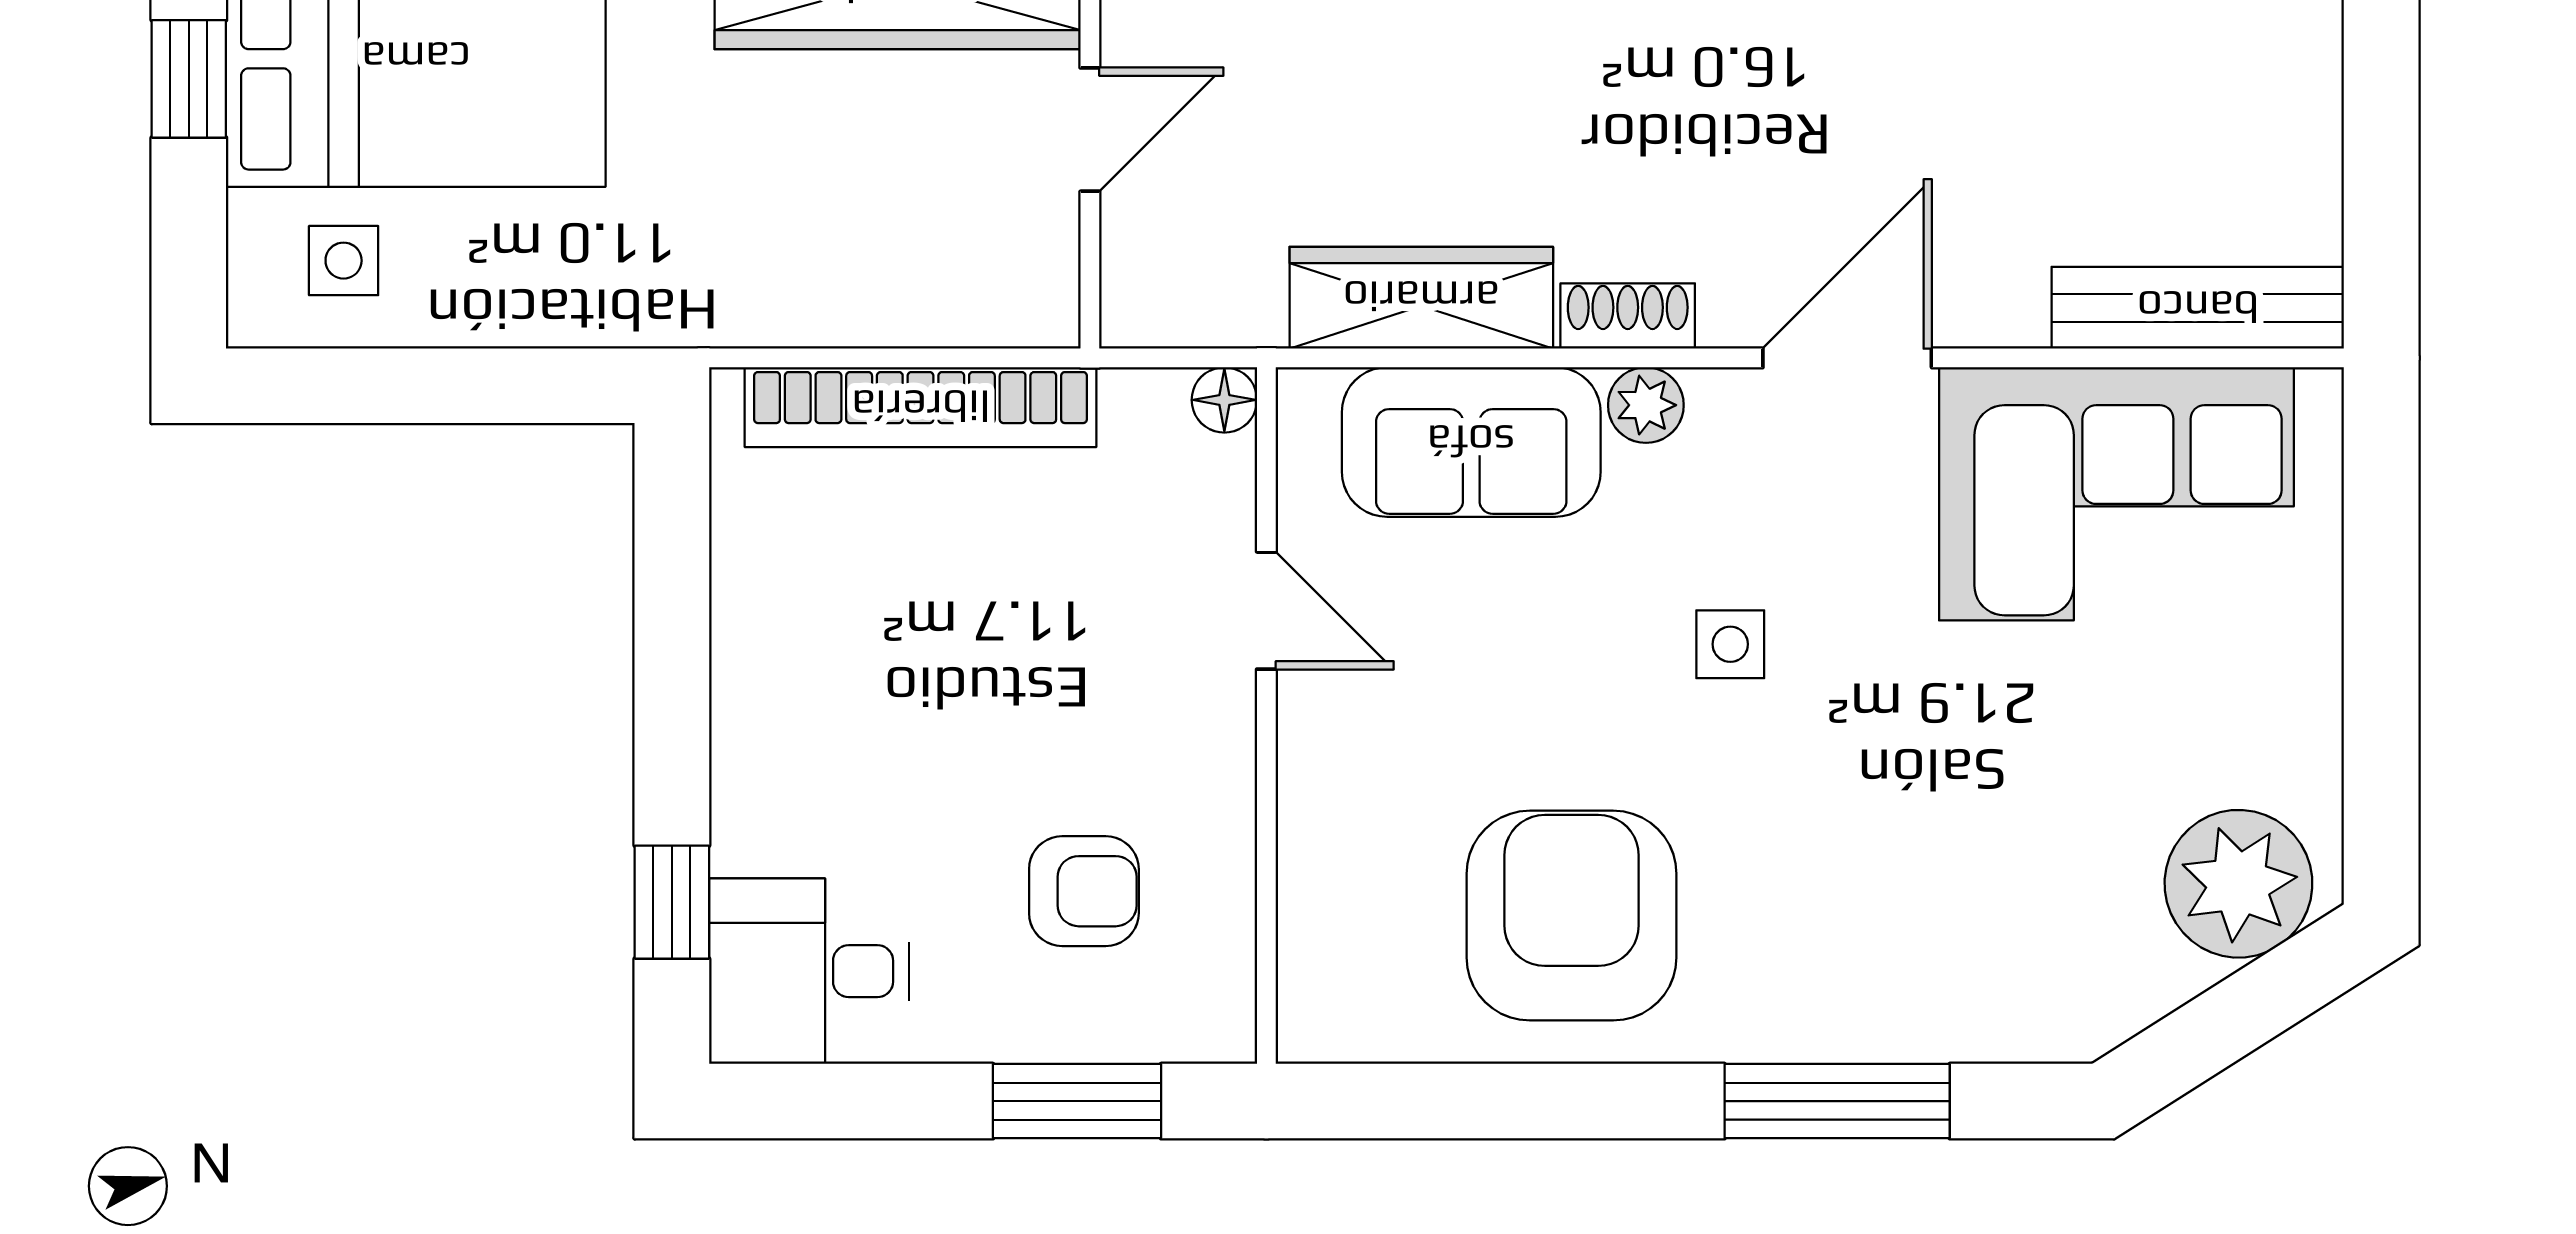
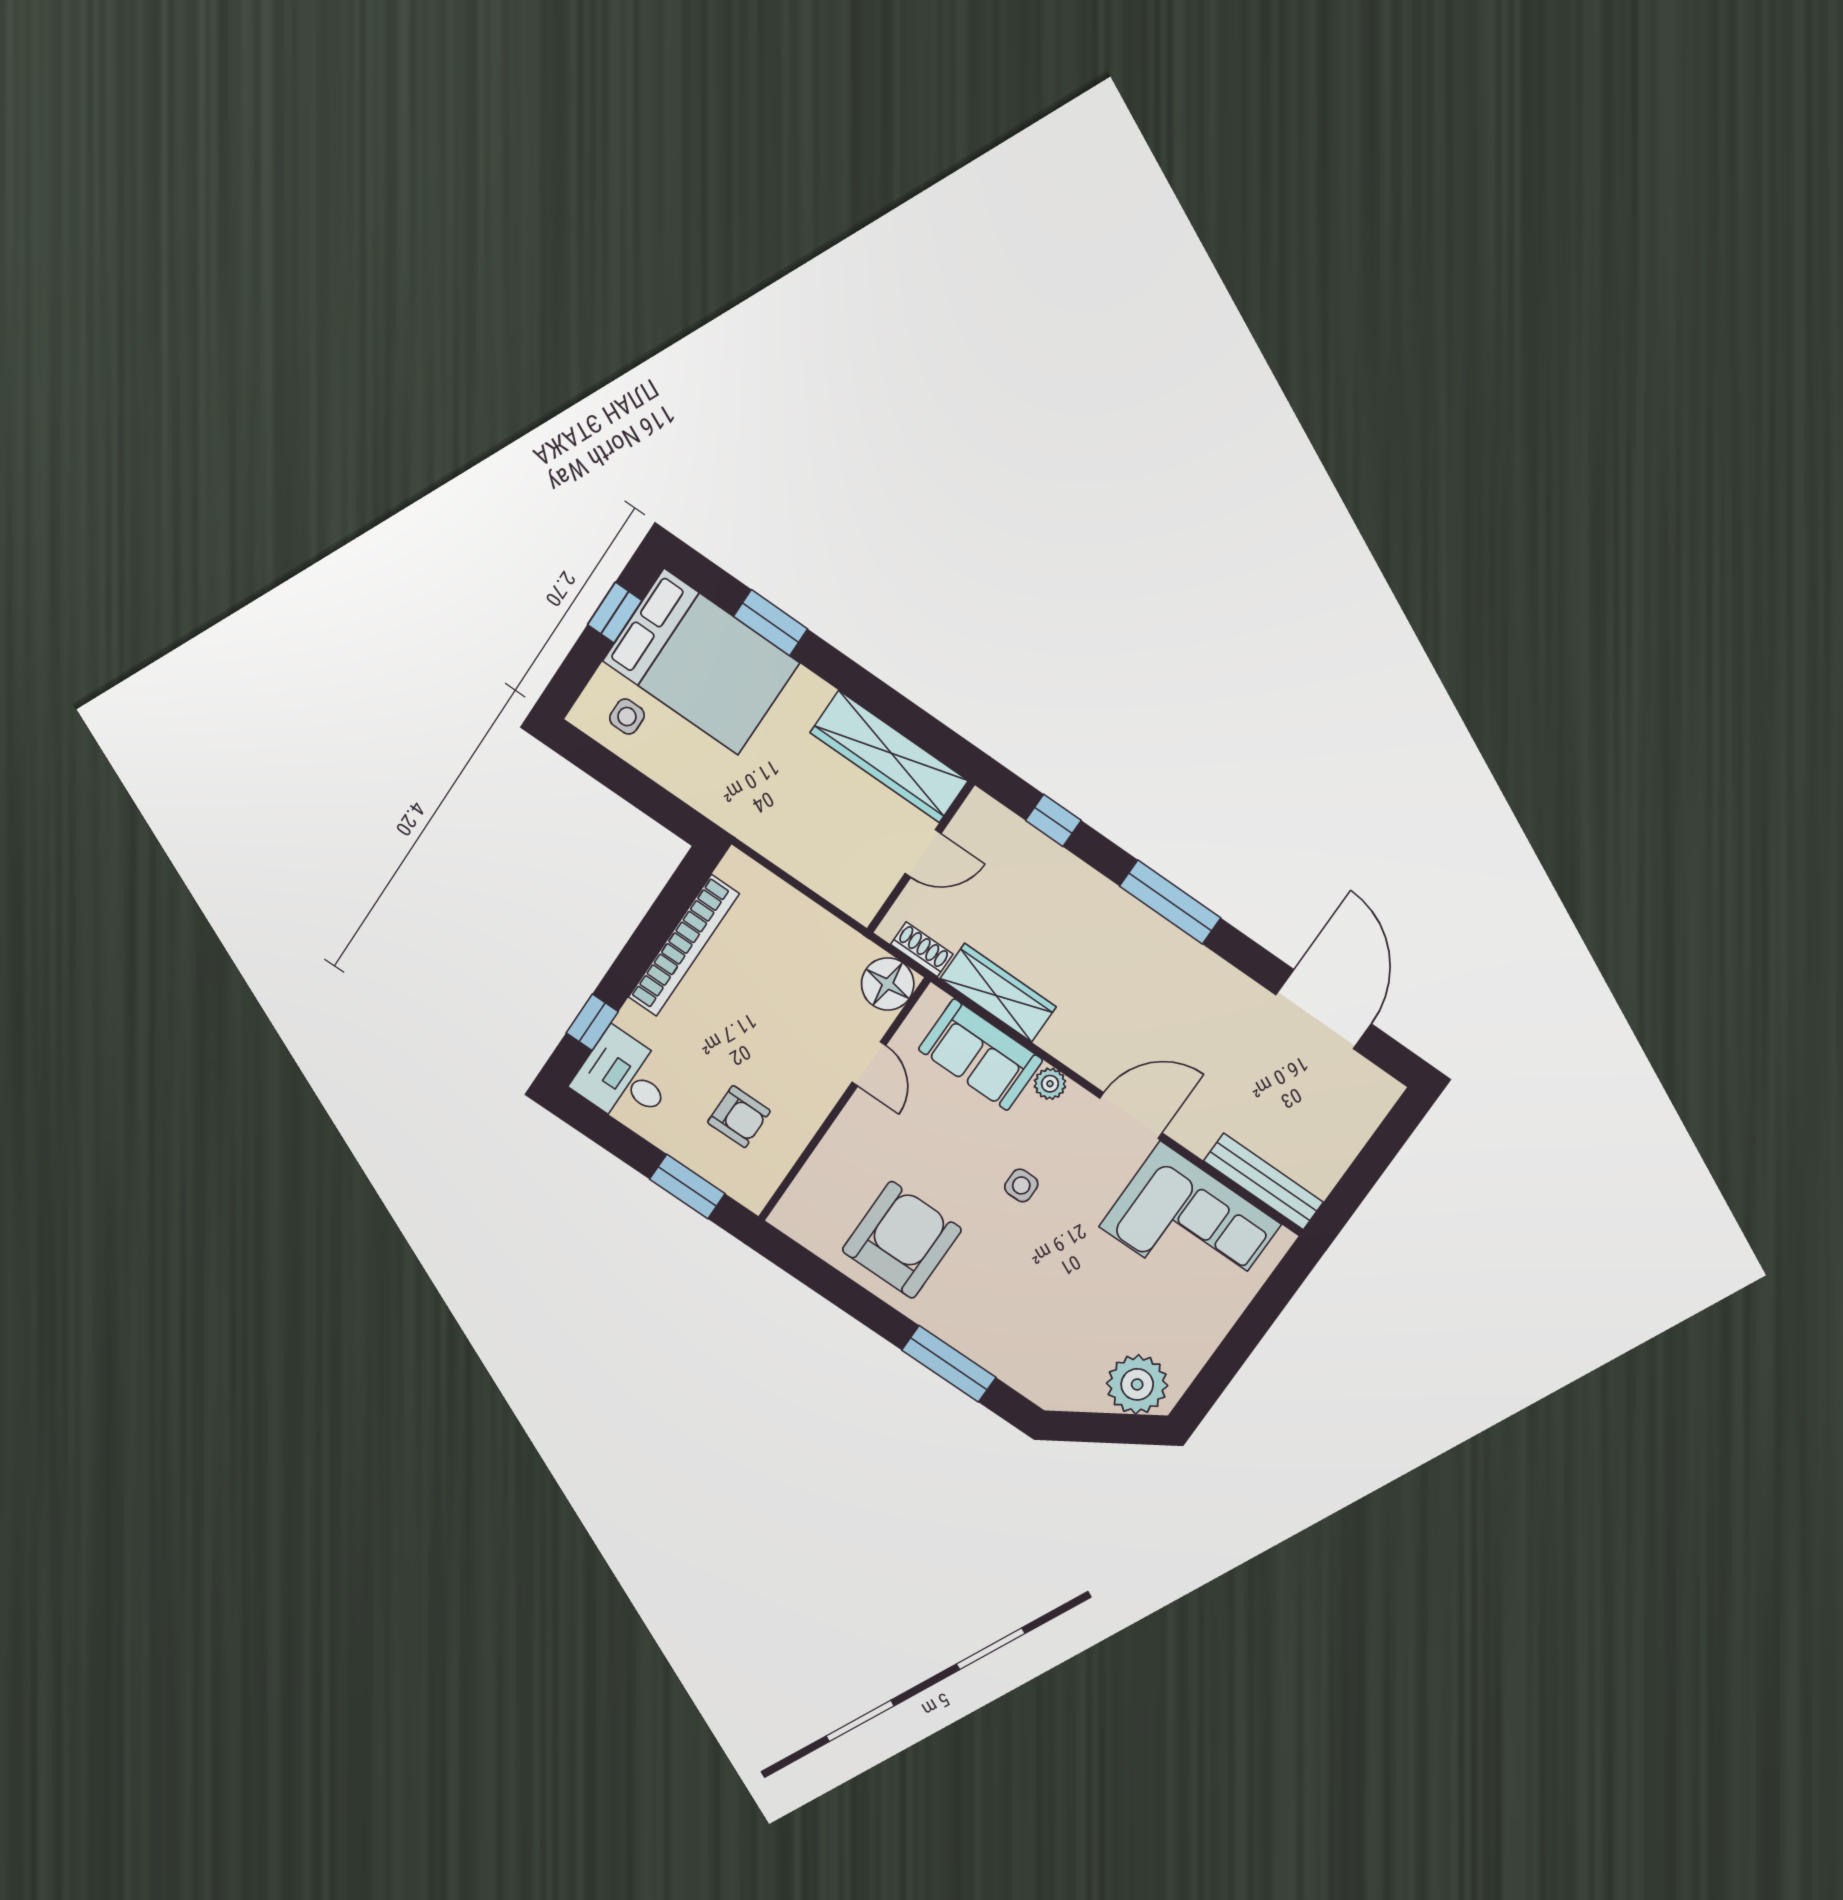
shoe rack: (1628, 316) -> (922, 949), moved
floor lamp: (1224, 400) -> (888, 984), width x1.89, depth x1.89
bookcase: (921, 407) -> (684, 945), moved, turned -90

